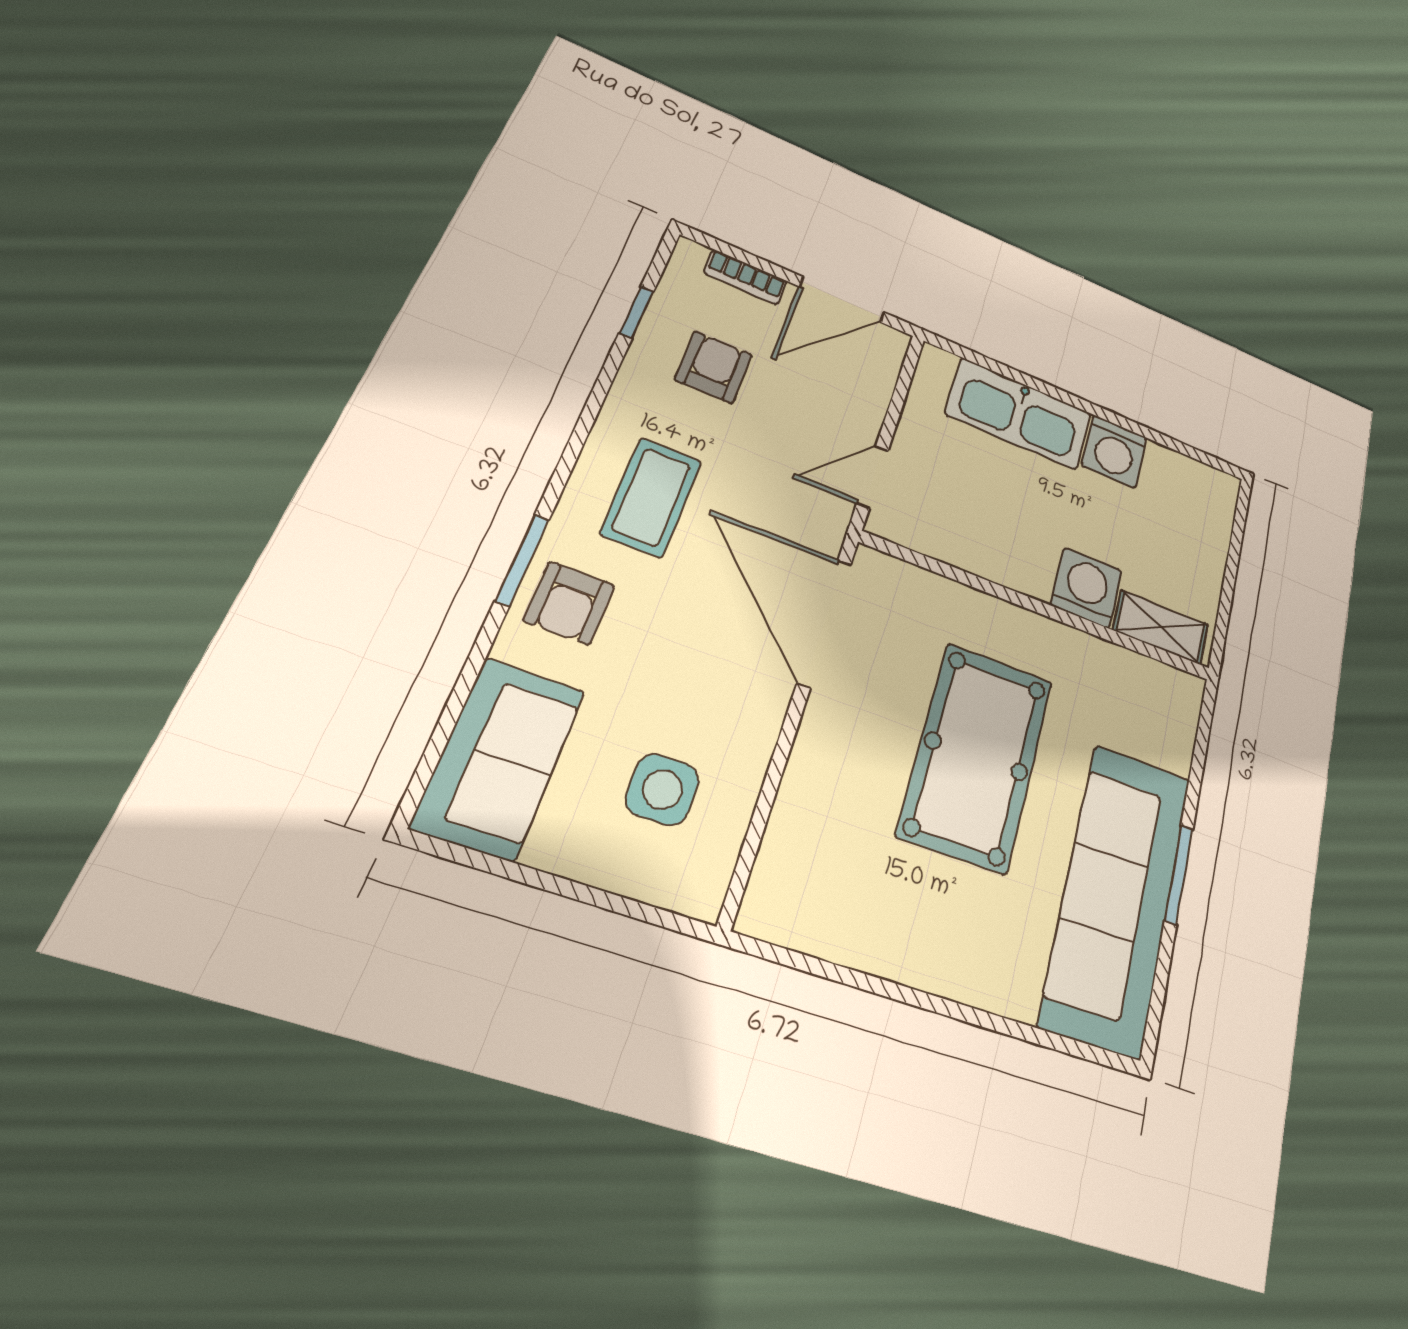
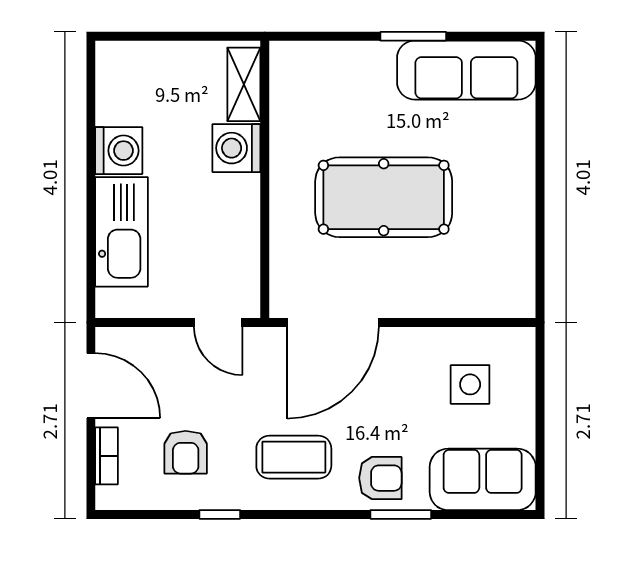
window: (636, 312) -> (220, 514), moved
armchair: (714, 367) -> (186, 452), turned -90
window: (522, 560) -> (401, 514), moved
sofa: (1117, 897) -> (466, 70), width x0.74, depth x0.79

